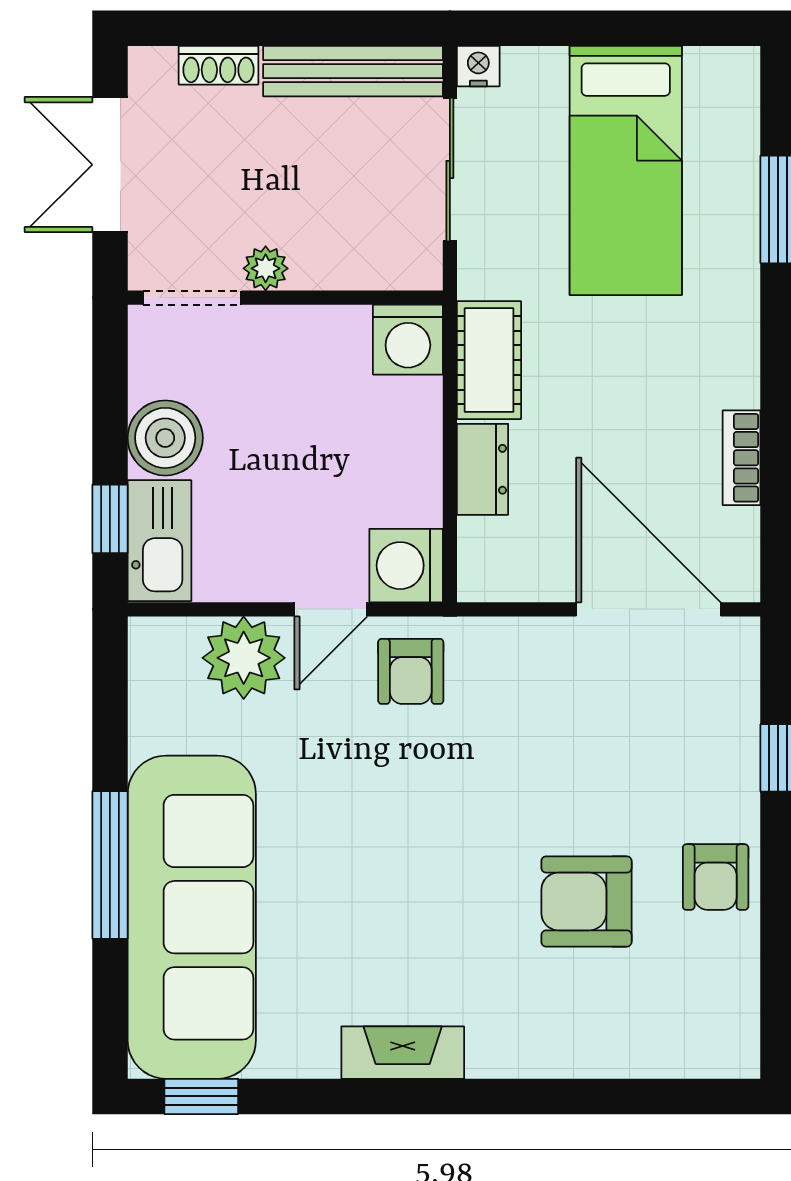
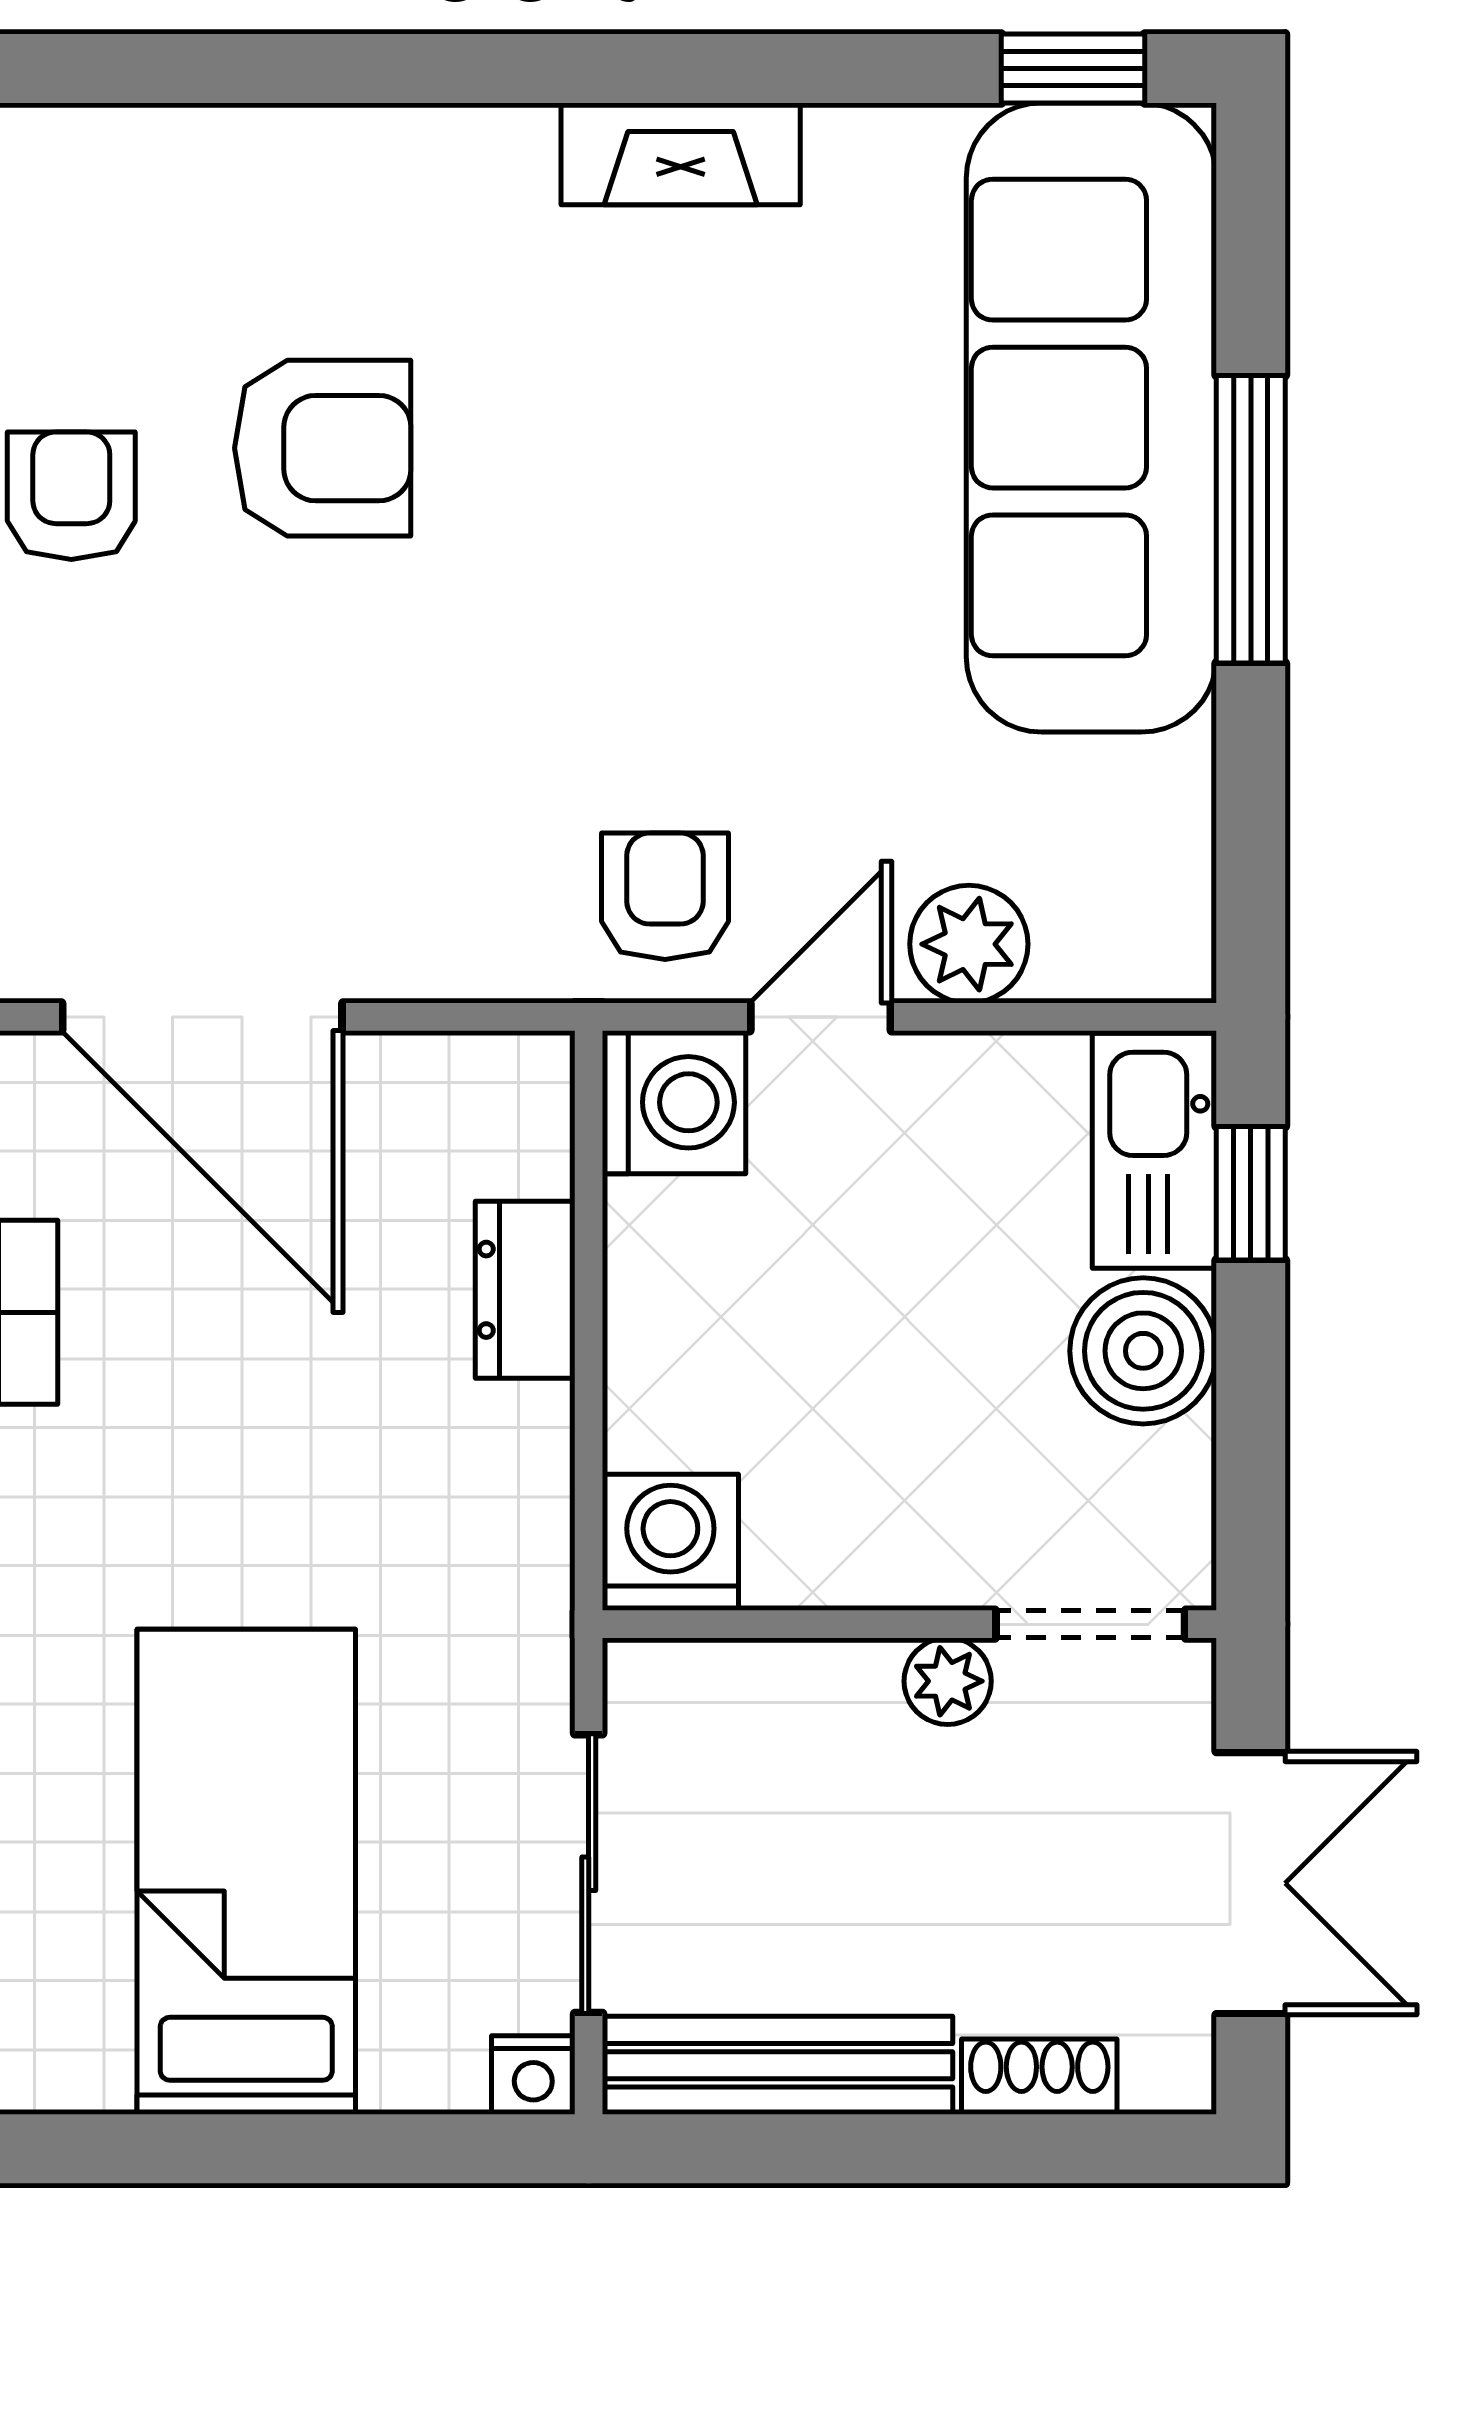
cot: (489, 360) -> (513, 1502), removed
plant: (244, 658) -> (969, 944), width x0.73, depth x0.73

